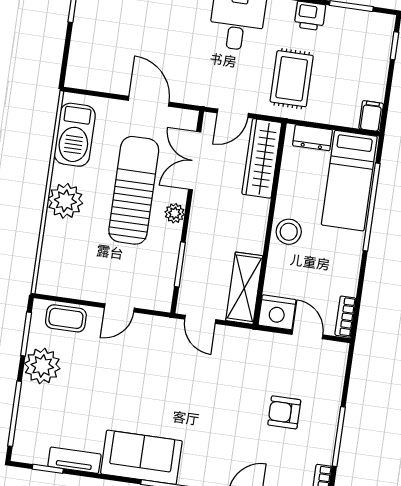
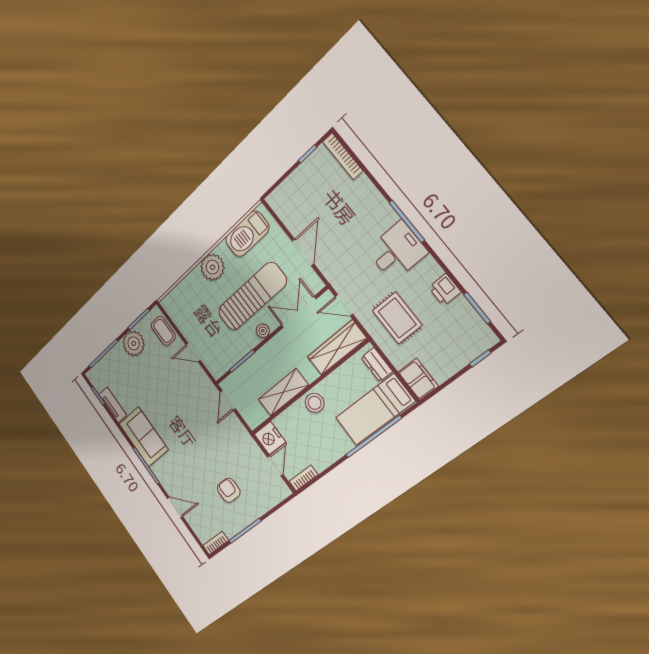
rug: (292, 79) -> (397, 318), turned 90
filing cabinet: (371, 116) -> (418, 379), width x2.00
shelving: (244, 288) -> (283, 392), moved

